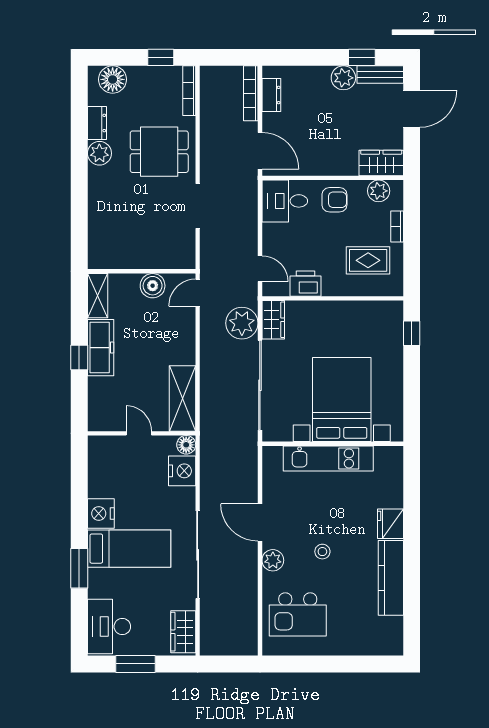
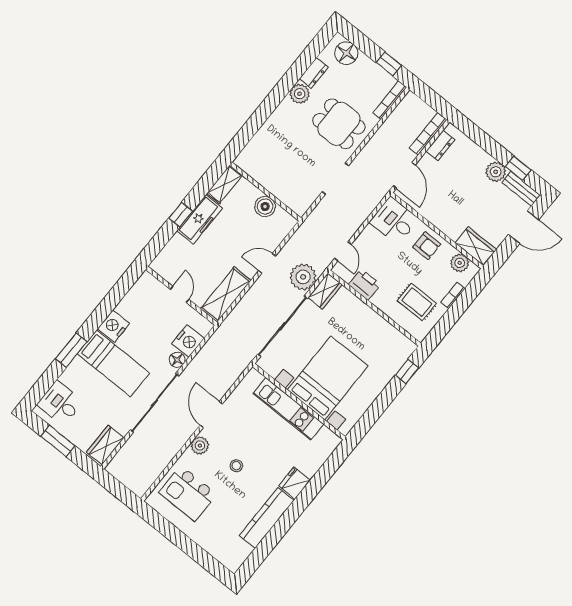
door: (198, 293) -> (267, 263), moved
floor lamp: (186, 445) -> (177, 360), moved
desk: (109, 627) -> (60, 403), width x0.73

